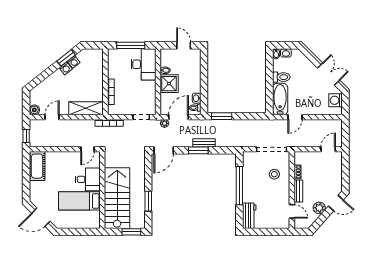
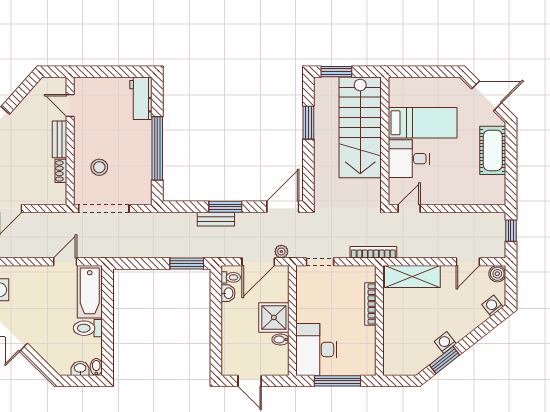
washing machine: (74, 62) -> (492, 306), moved
cot: (37, 166) -> (493, 150), moved
plant: (319, 208) -> (25, 111), removed

